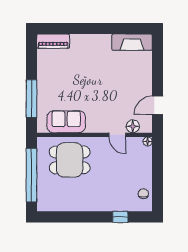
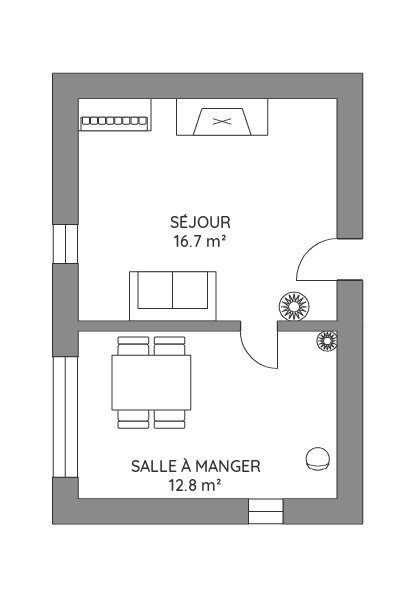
fireplace: (132, 42) -> (222, 117), moved
window: (31, 99) -> (65, 244), width x0.46
sofa: (66, 122) -> (173, 297), moved
dining table: (70, 160) -> (151, 383), turned 90

